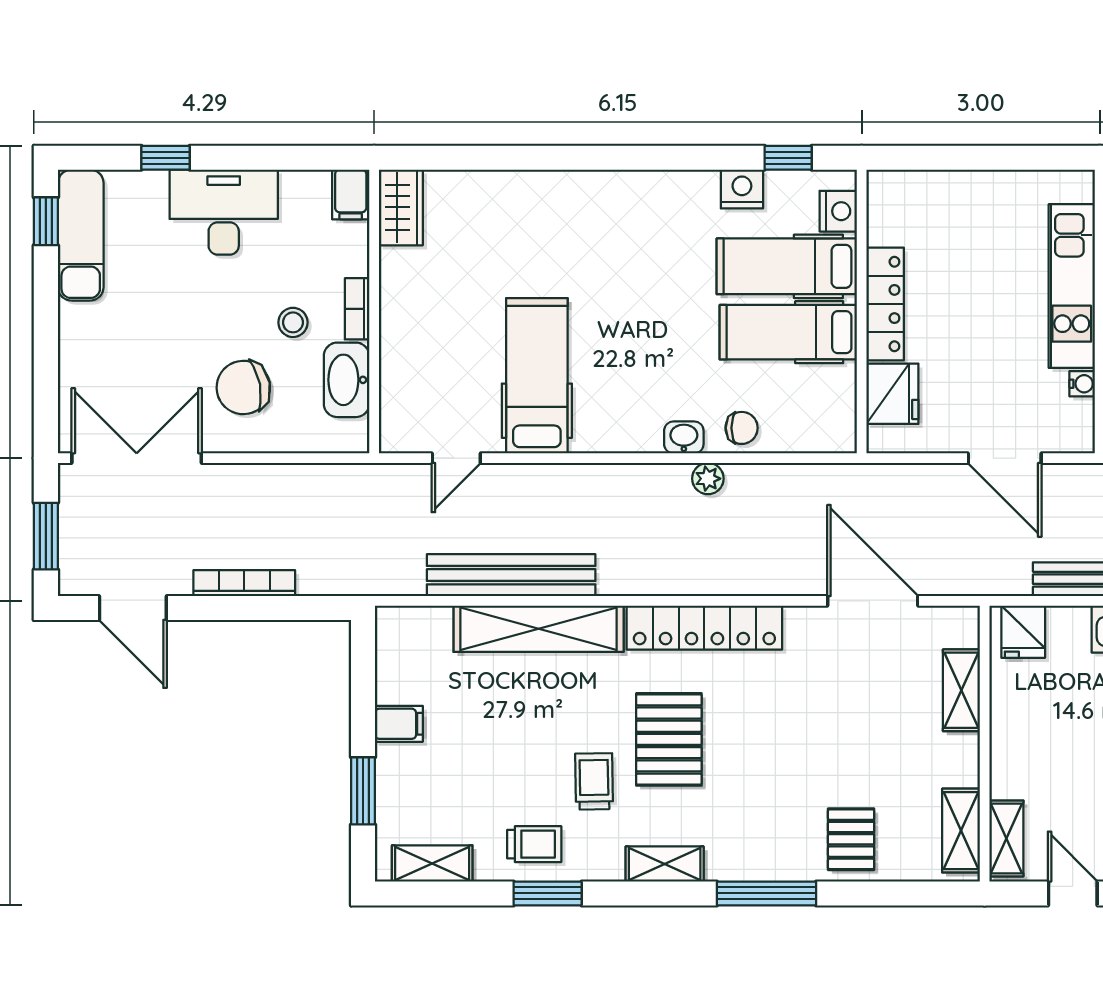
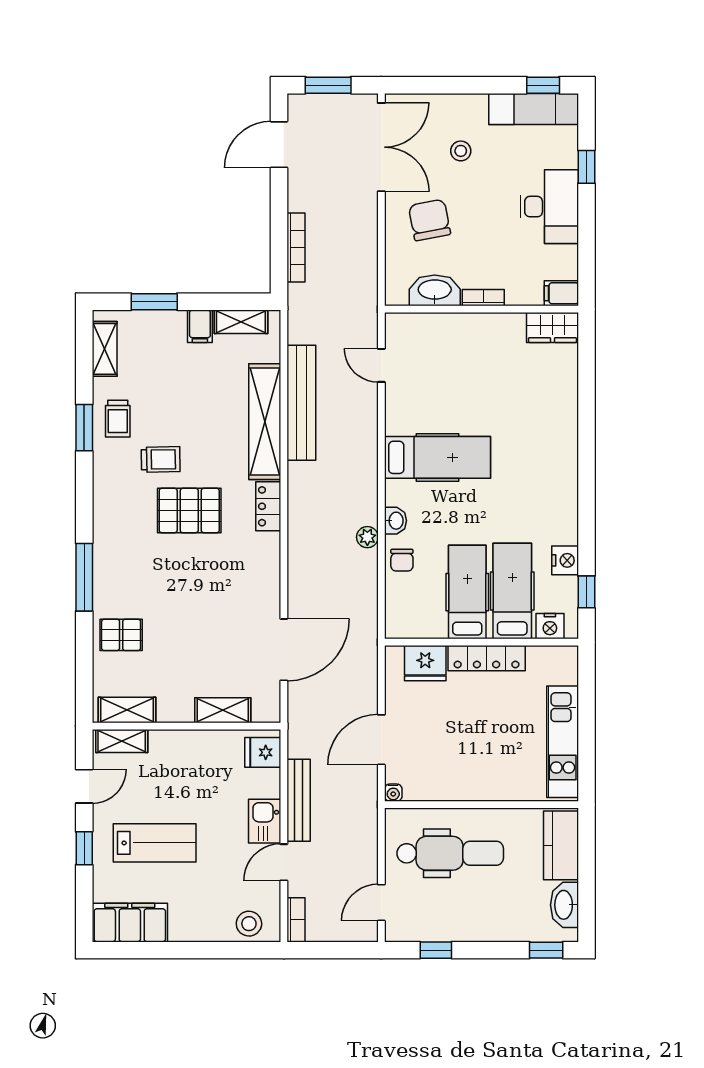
kitchen unit: (1072, 286) -> (563, 742), moved, turned -90
stool: (293, 322) -> (461, 151), moved
hospital bed: (537, 376) -> (438, 457), moved
water cooler: (1082, 384) -> (393, 793), moved
bookcase: (244, 583) -> (296, 248), moved
locker: (704, 628) -> (268, 506), width x0.46, depth x0.83
shelving: (665, 864) -> (241, 322), moved, turned 90

